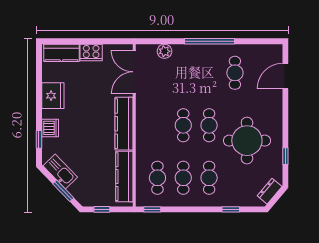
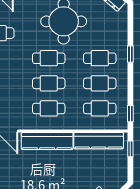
cafe table: (157, 125) -> (49, 108), added
window: (102, 209) -> (130, 149), moved
window: (231, 209) -> (130, 54), moved

